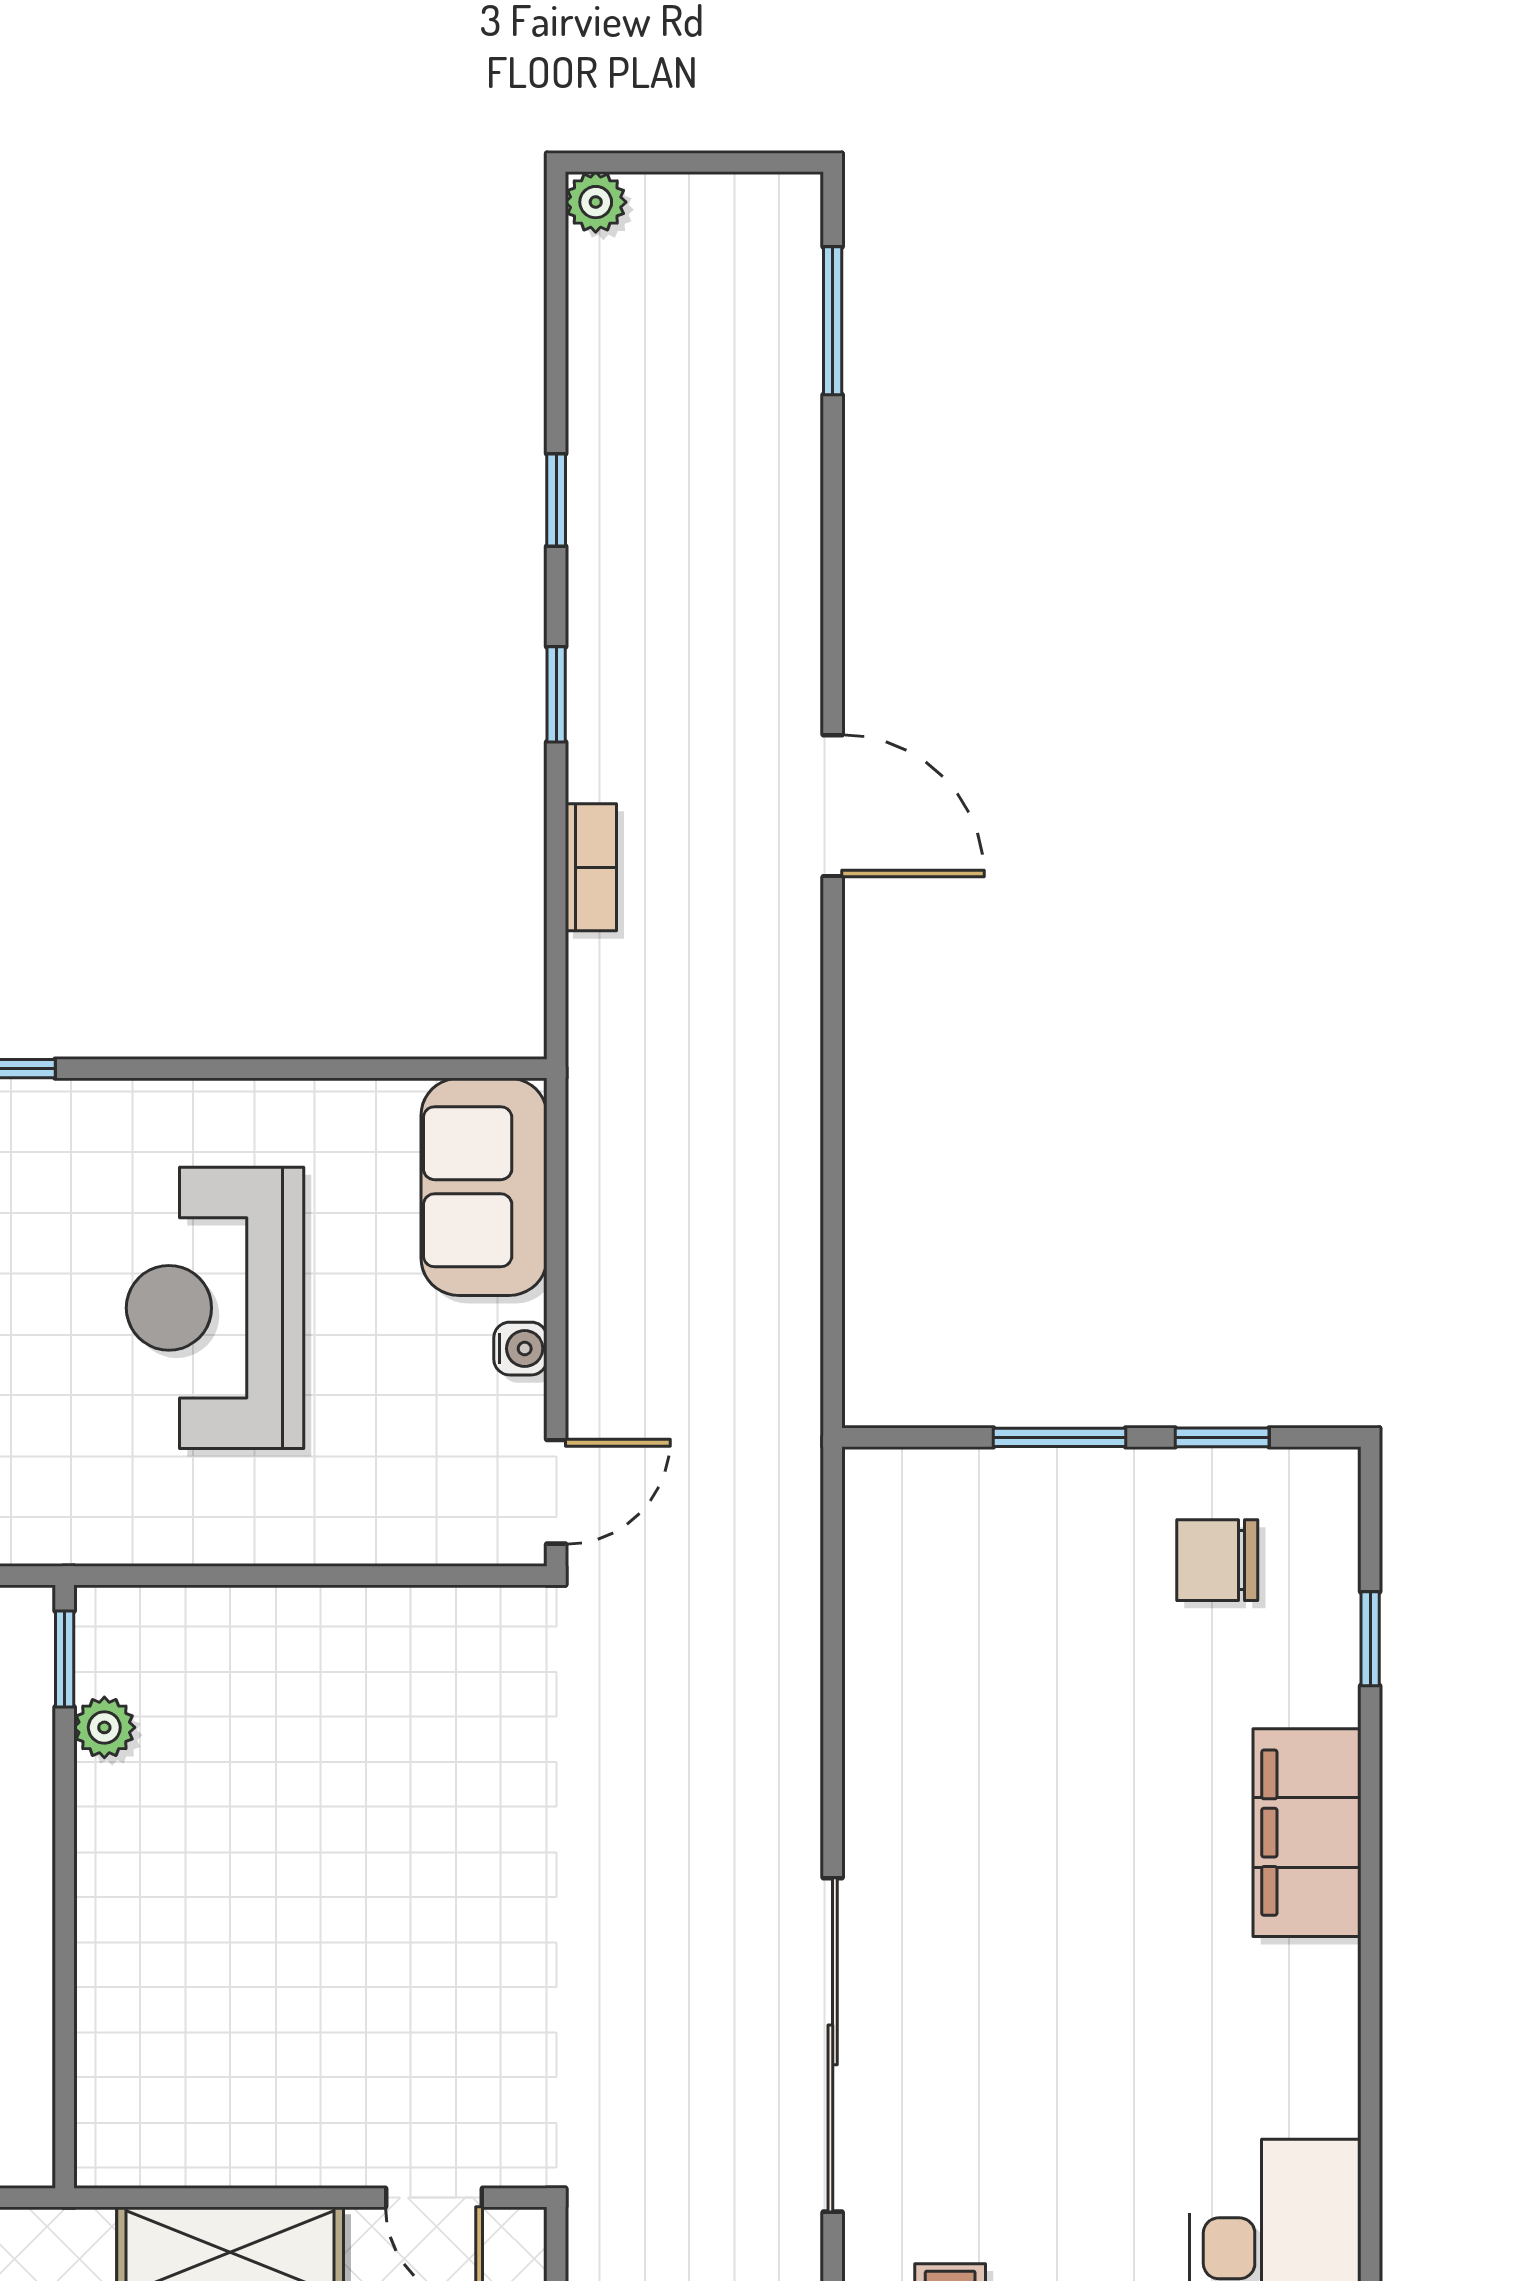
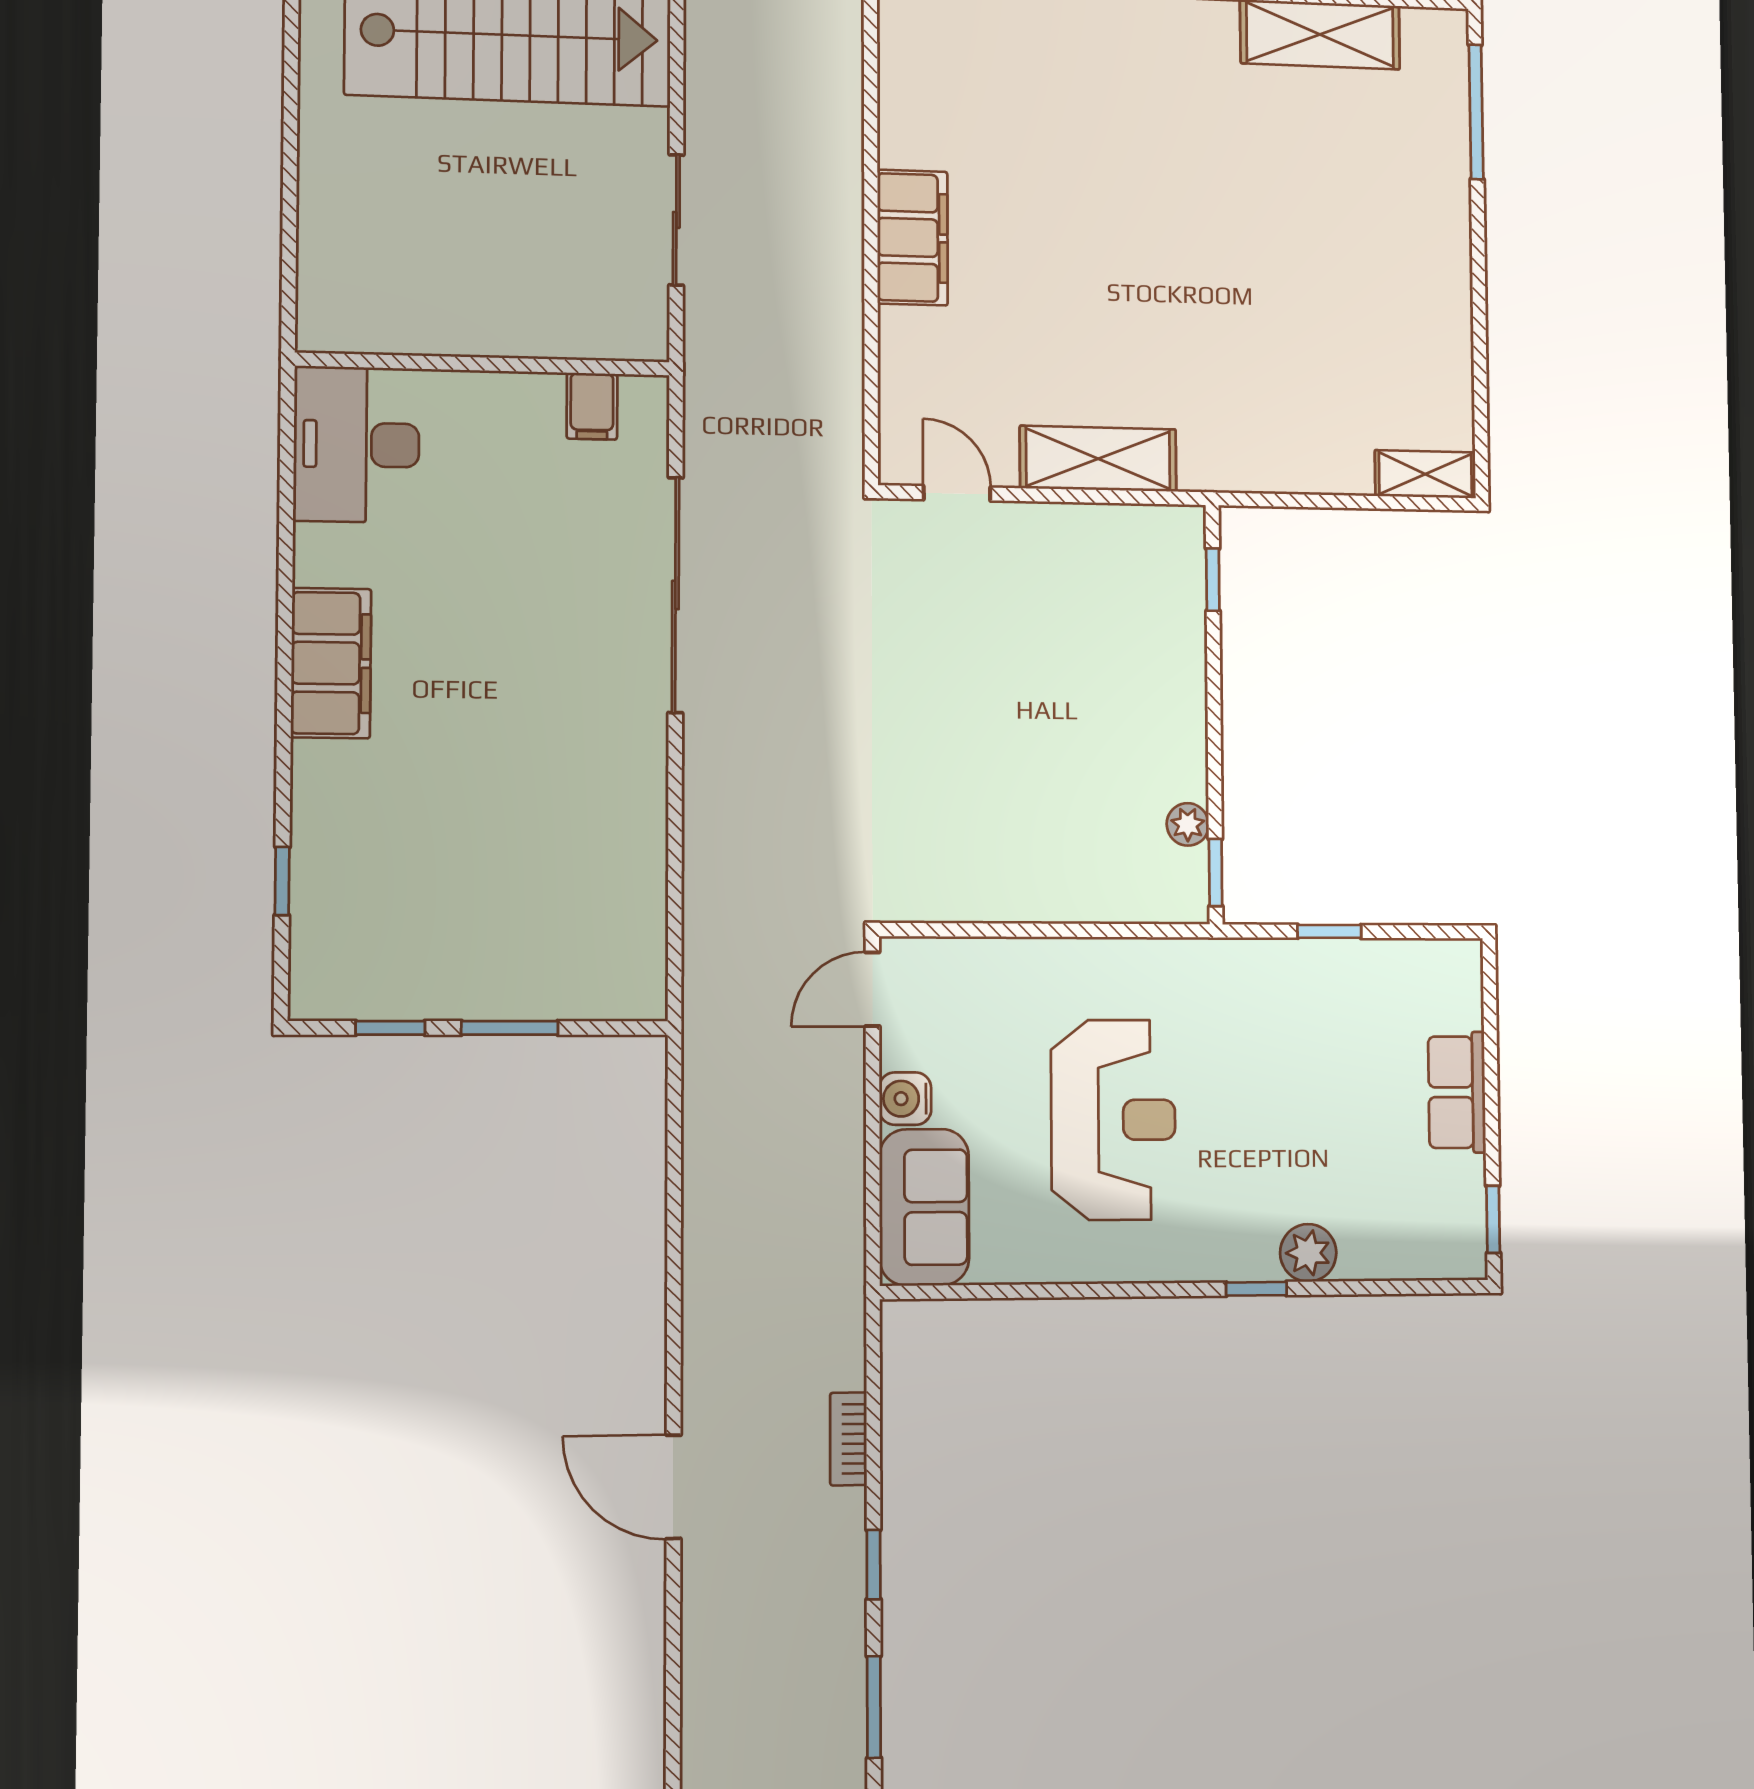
window: (556, 500) -> (874, 1707), width x1.50
water cooler: (520, 1349) -> (905, 1099), width x1.38, depth x1.38
chair: (1217, 1560) -> (395, 939), removed
filing cabinet: (1307, 1833) -> (331, 663), moved
window: (65, 2080) -> (1213, 580), added

